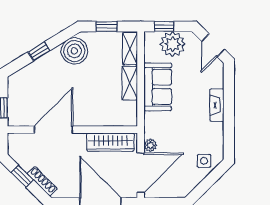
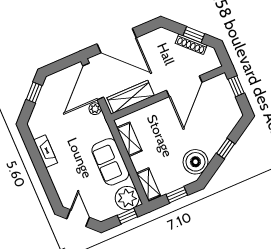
plant: (173, 44) -> (127, 198), moved
shelving: (130, 83) -> (129, 139), moved
fireplace: (217, 105) -> (46, 151), moved
side table: (204, 161) -> (43, 115), removed
shoe rack: (42, 181) -> (191, 44), moved
window: (203, 187) -> (34, 92), added

